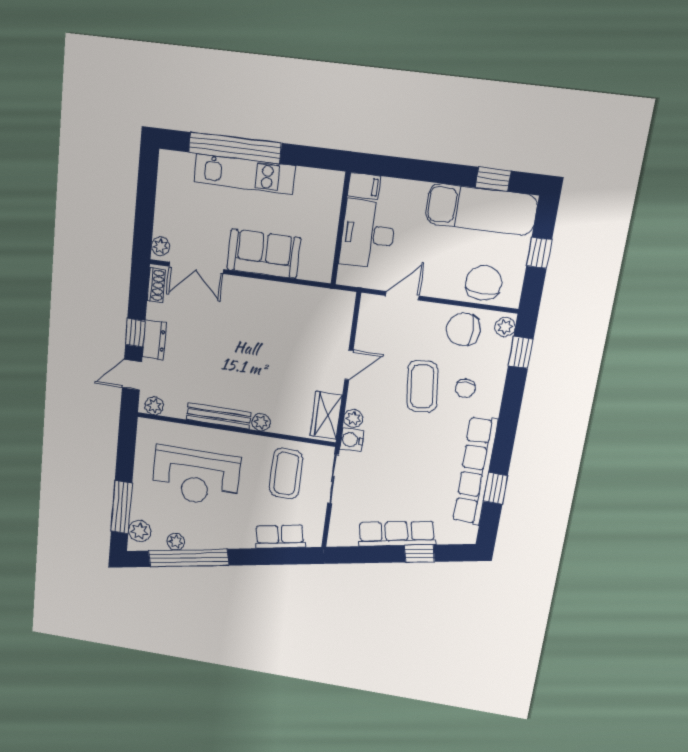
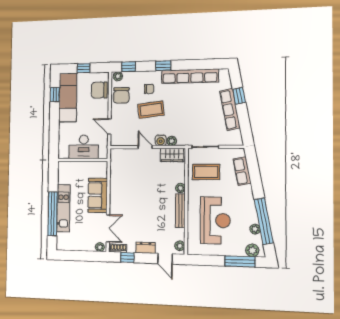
filing cabinet: (364, 186) -> (63, 152), removed
window: (135, 333) -> (127, 257), moved
water cooler: (352, 440) -> (161, 140), moved
window: (496, 488) -> (163, 66), moved

